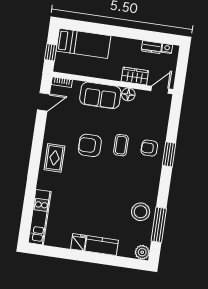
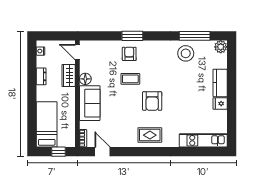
dresser: (152, 47) -> (41, 76), moved
armchair: (90, 145) -> (152, 101), moved
armchair: (149, 148) -> (129, 54), turned 180

